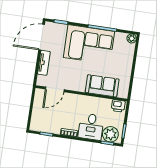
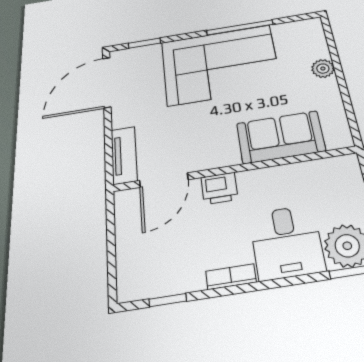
plant: (132, 38) -> (323, 69), moved
tv unit: (44, 63) -> (124, 155), moved
printer: (118, 106) -> (219, 188), moved

